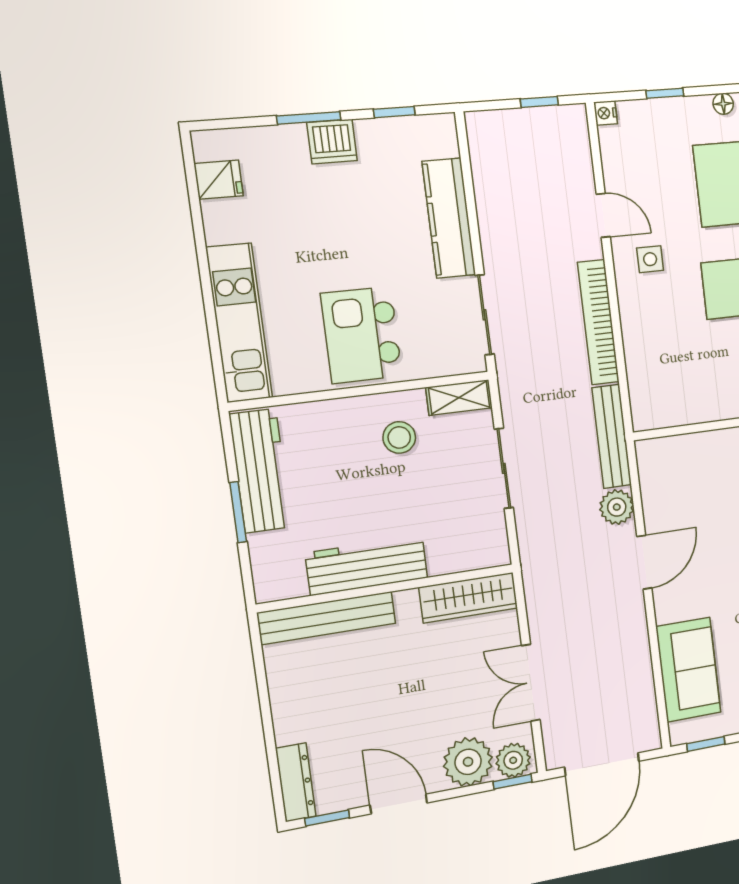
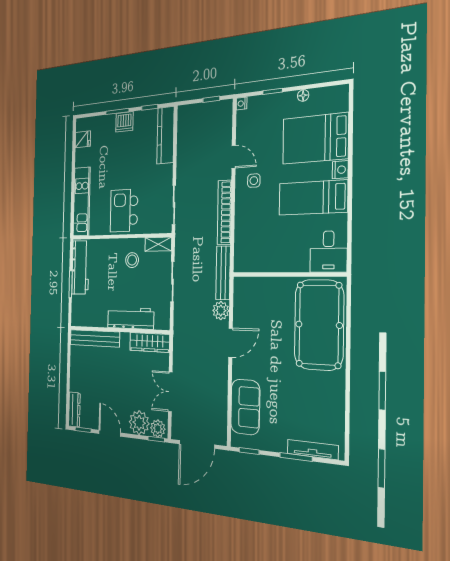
kitchen counter: (449, 218) -> (166, 135), moved
workbench: (367, 565) -> (130, 318), moved

